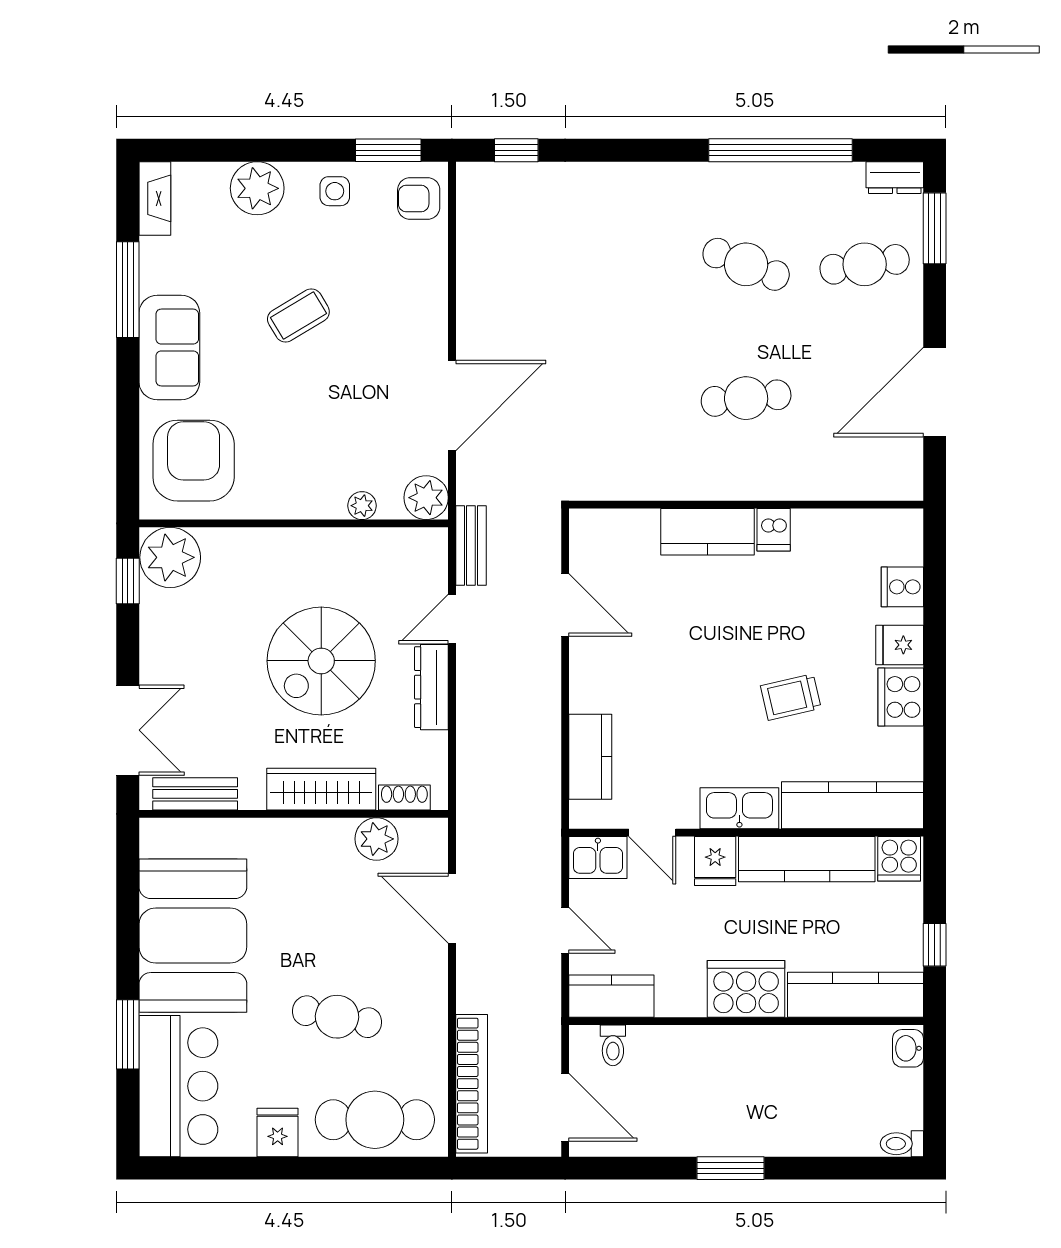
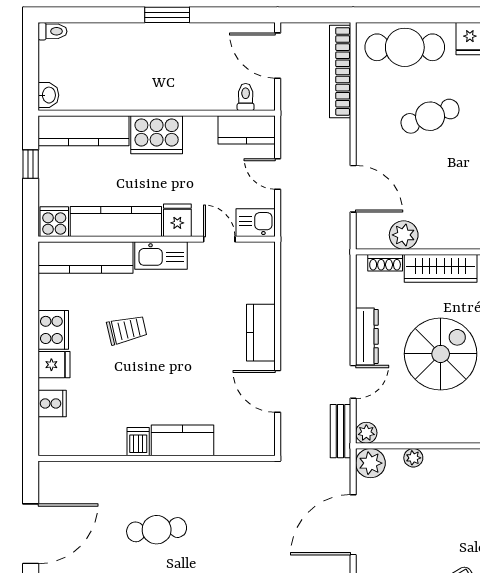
plant: (432, 543) -> (366, 433), added
kitchen counter: (590, 757) -> (261, 333), moved
cafe table: (337, 1017) -> (430, 116), turned -31

